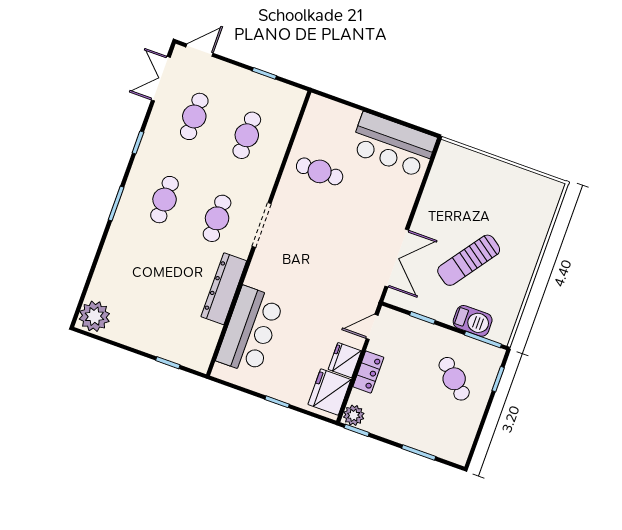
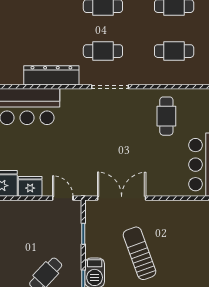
double door: (397, 258) -> (122, 198), swing flipped
sun lounger: (469, 260) -> (140, 253), turned 34
locker: (368, 372) -> (28, 208), removed

